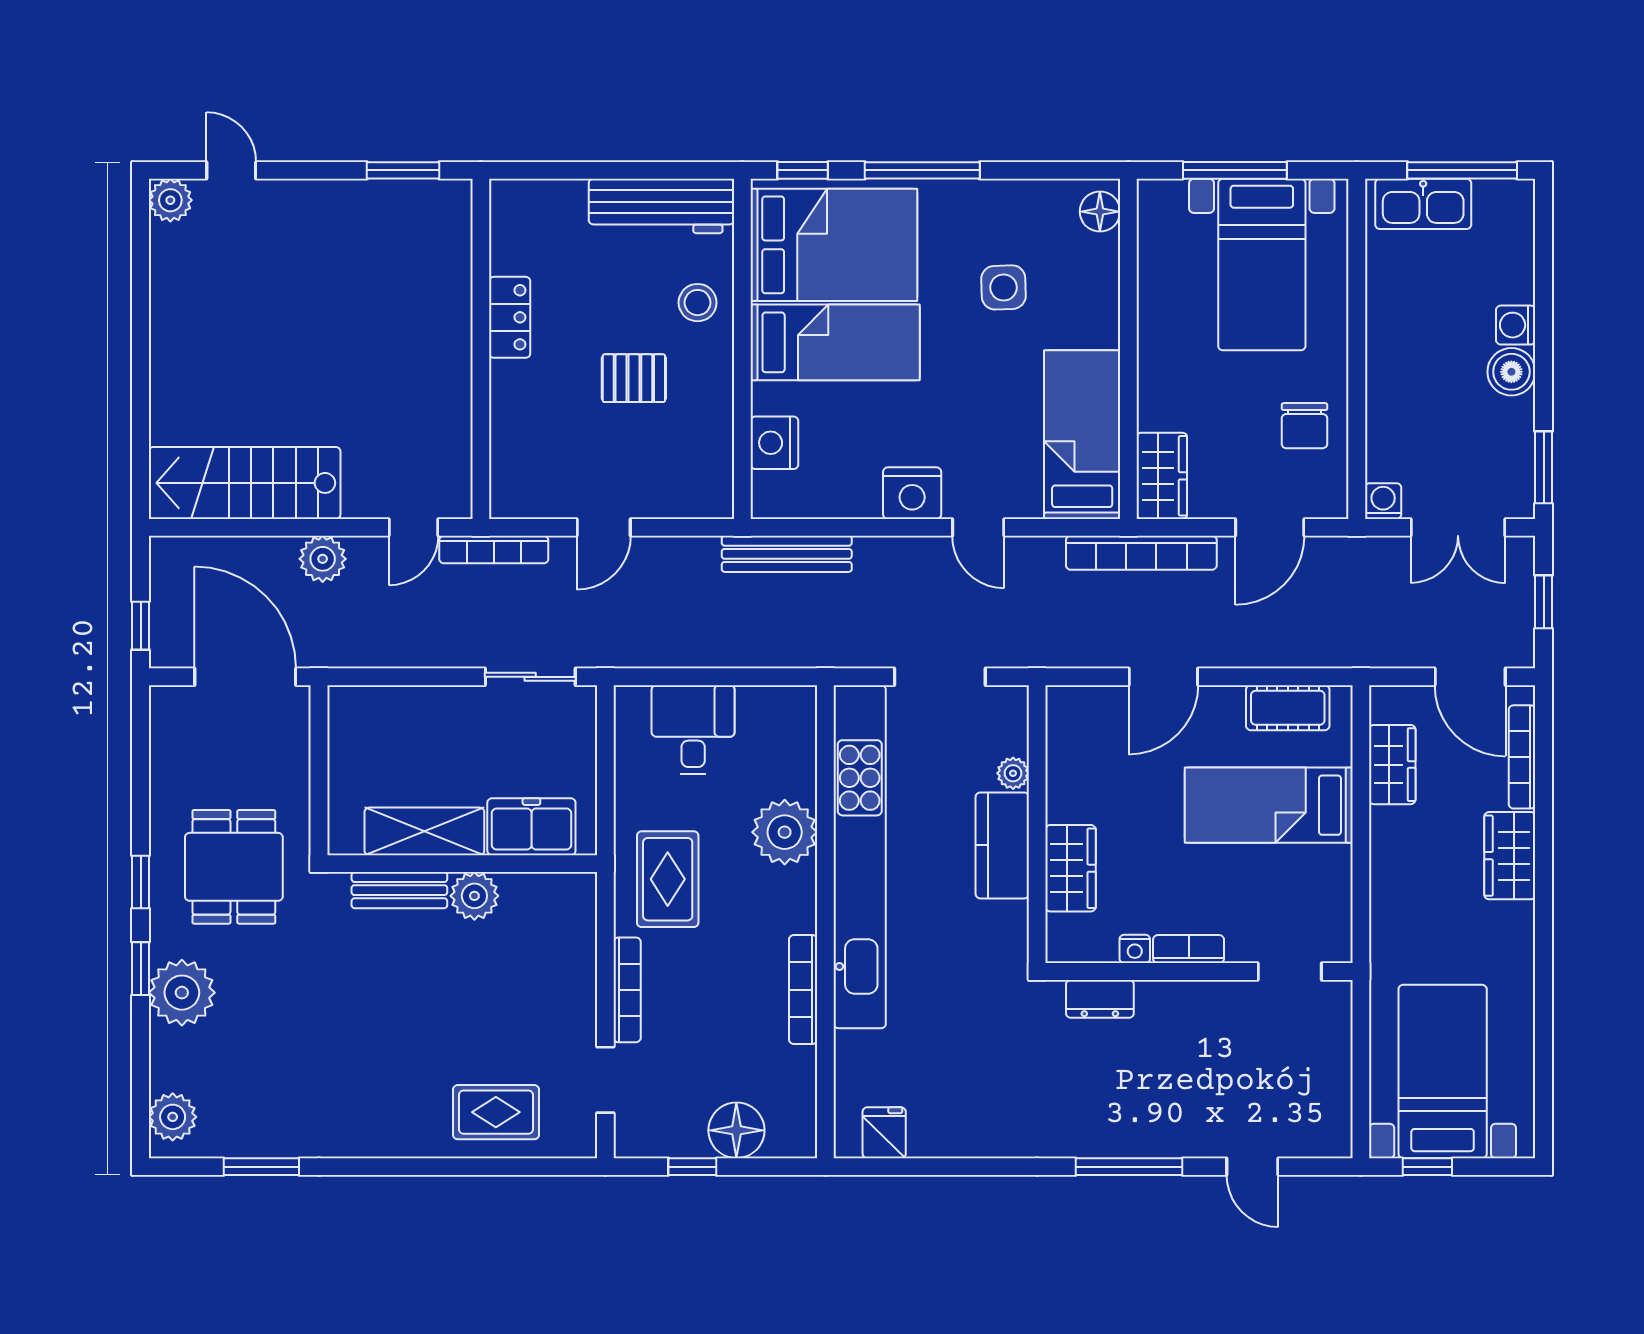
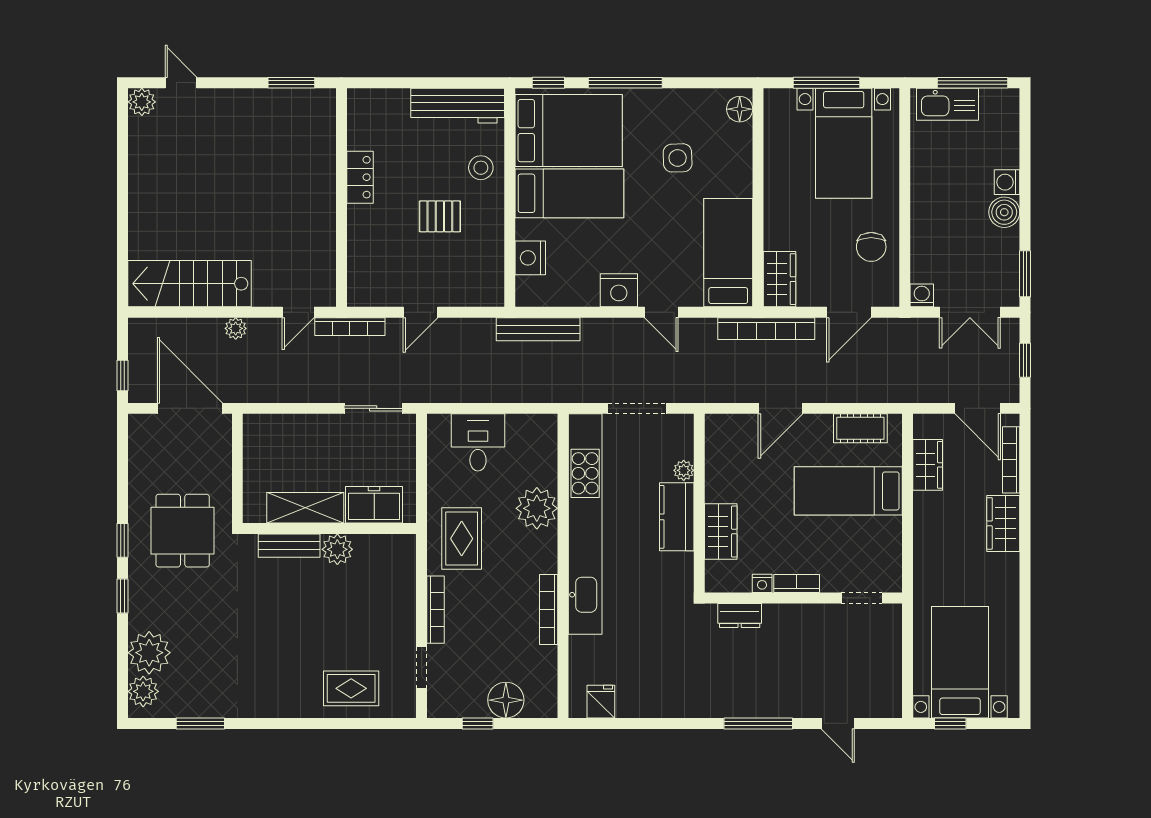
plant: (323, 559) -> (236, 328), width x0.73, depth x0.73
plant: (182, 993) -> (149, 653), moved

